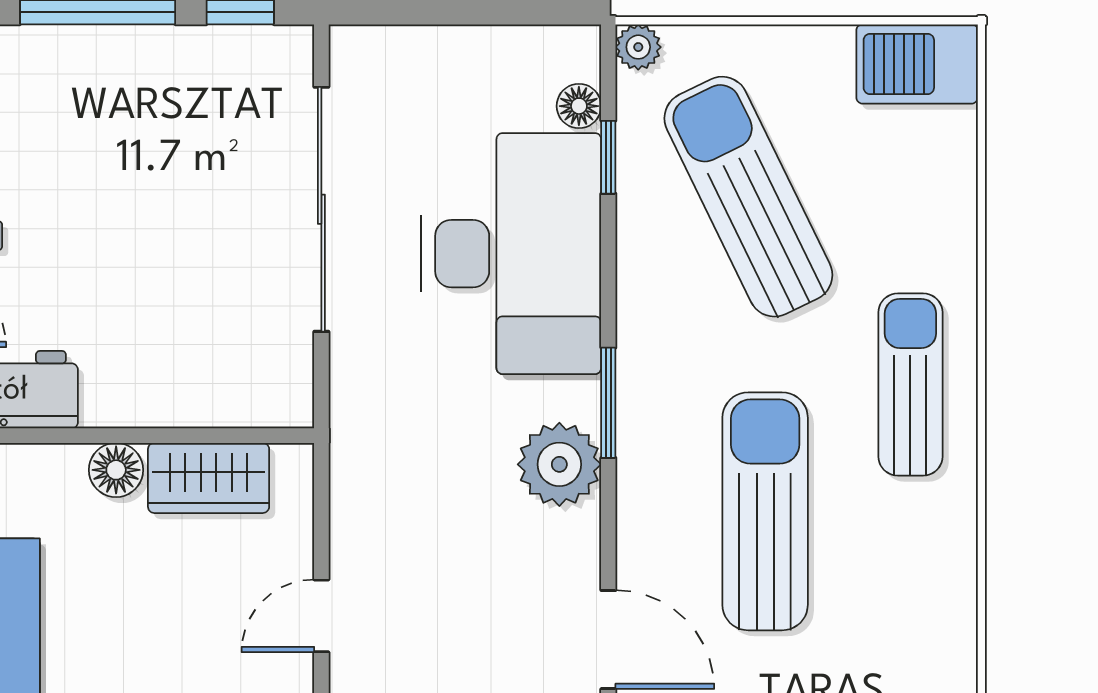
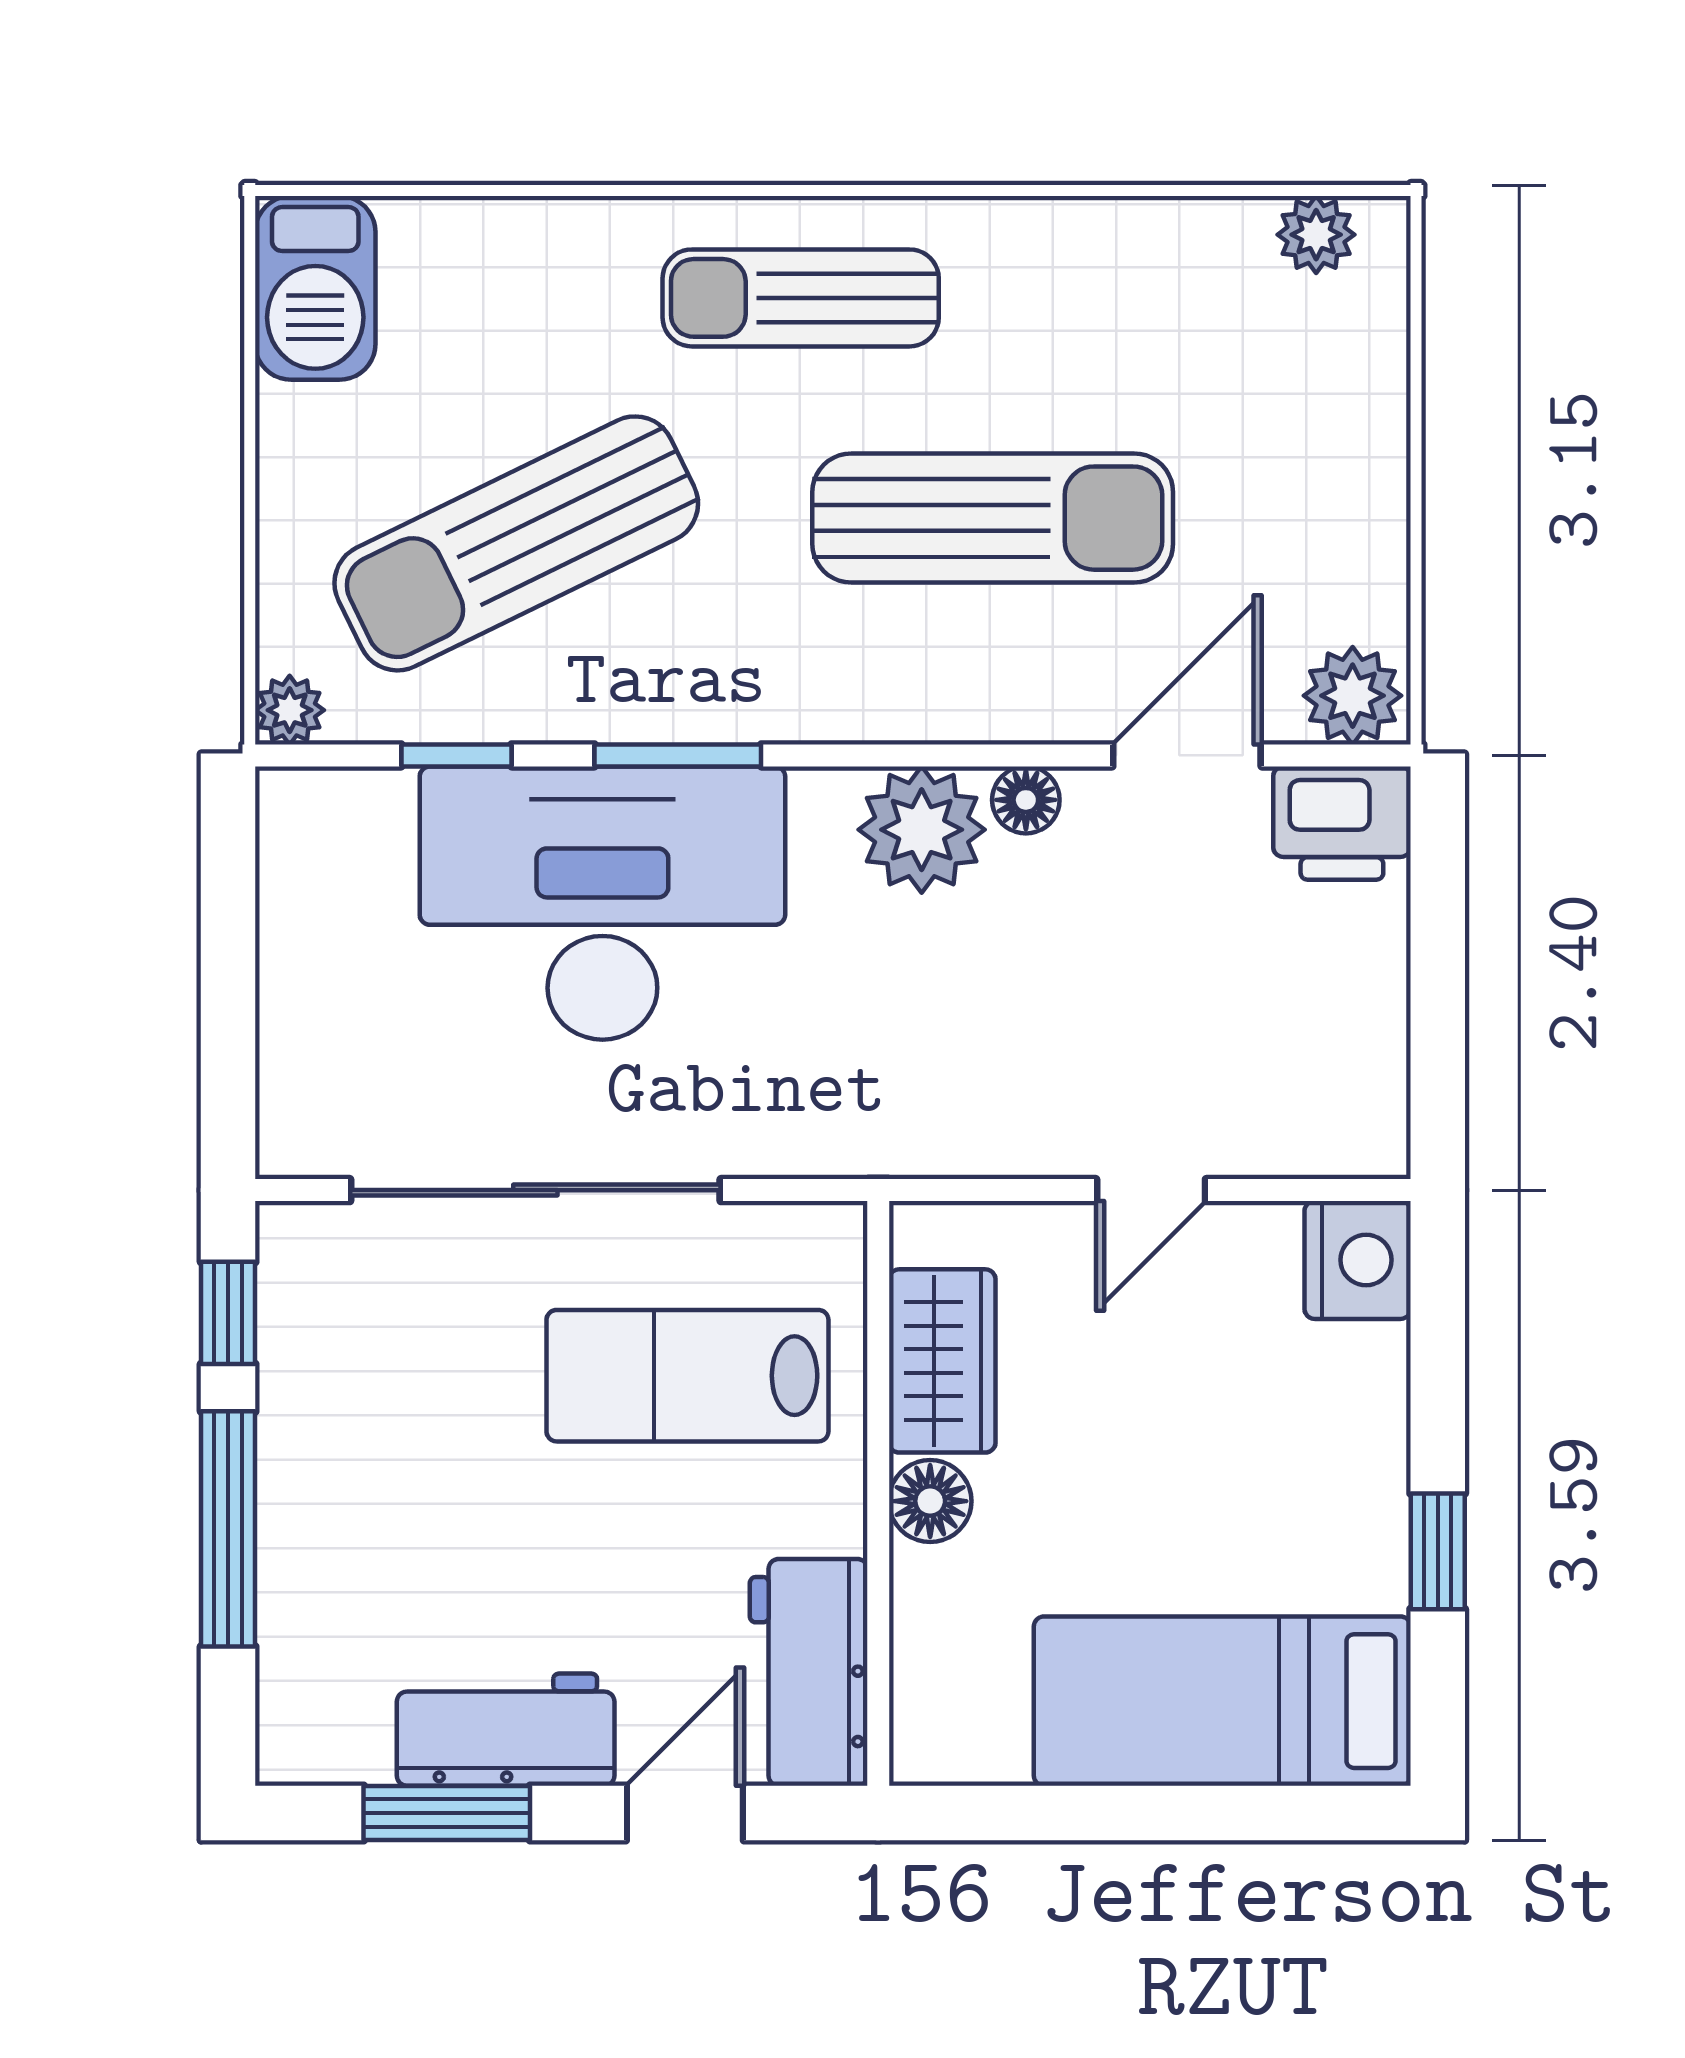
floor lamp: (579, 106) -> (1026, 800), moved
lab bench: (199, 310) -> (687, 1376), added
window: (608, 403) -> (678, 755), moved
sun lounger: (765, 511) -> (993, 518), turned 180
door: (321, 616) -> (1151, 1190), hinge flipped

